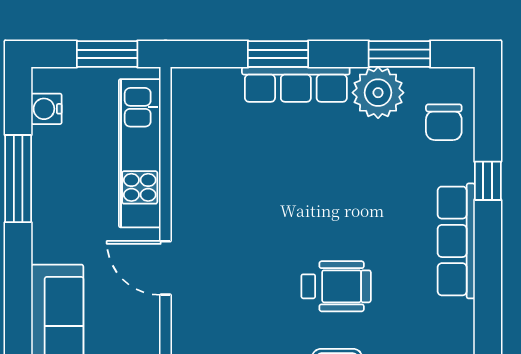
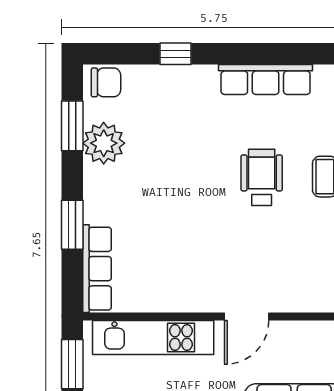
row of seats: (296, 84) -> (97, 269), moved
chair: (444, 122) -> (106, 82), moved
row of seats: (456, 241) -> (266, 79), moved

